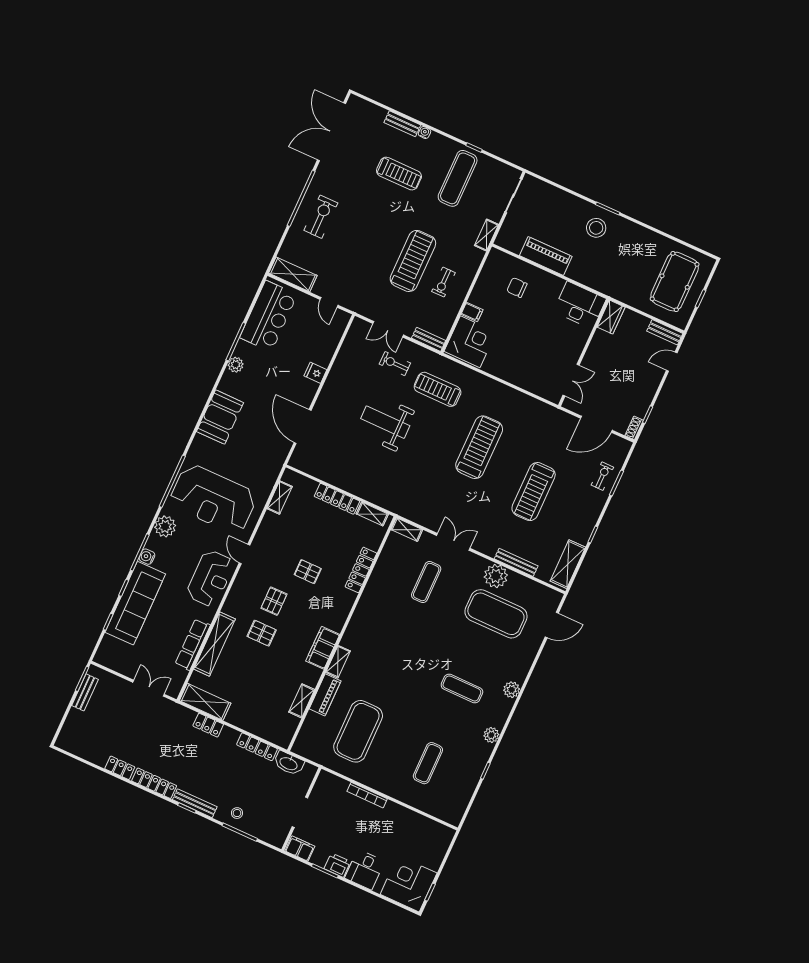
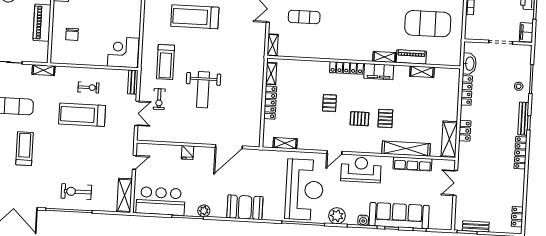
filing cabinet: (472, 312) -> (102, 59), removed
locker: (361, 570) -> (346, 68), moved
locker: (120, 768) -> (517, 217), moved

